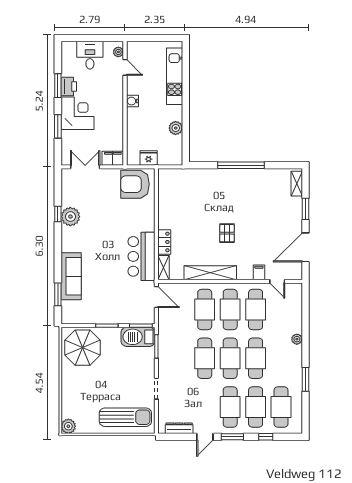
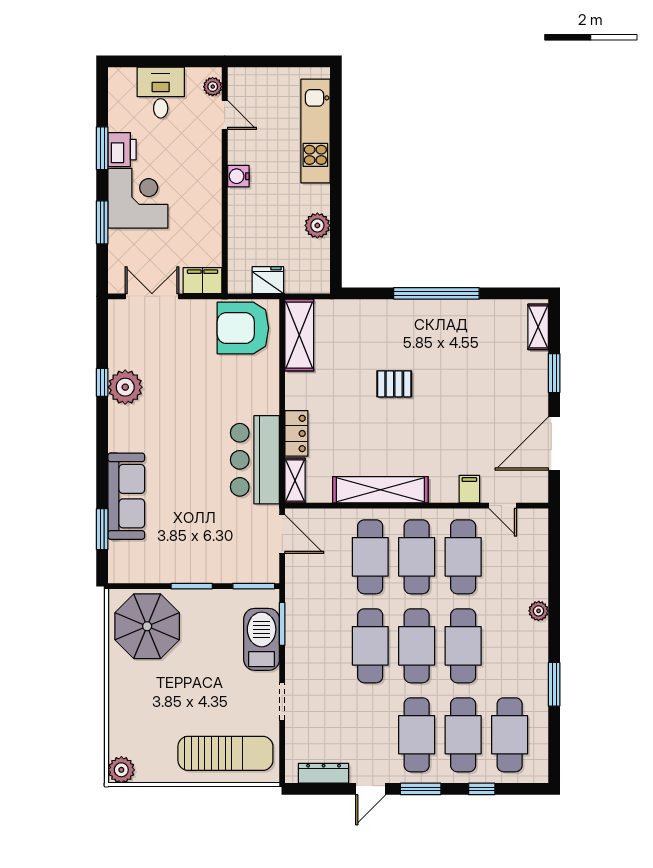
shelving: (166, 188) -> (299, 335), added
pallet: (227, 233) -> (394, 384), moved, turned 90
barbecue: (138, 337) -> (262, 639), moved, turned 90

